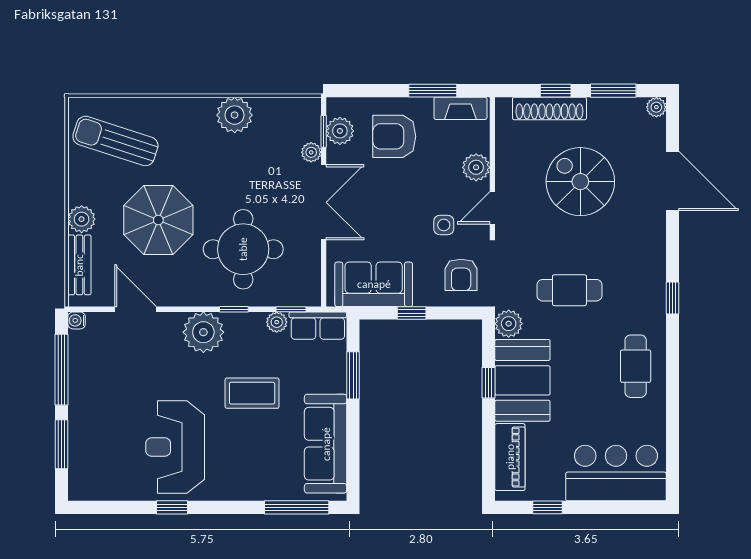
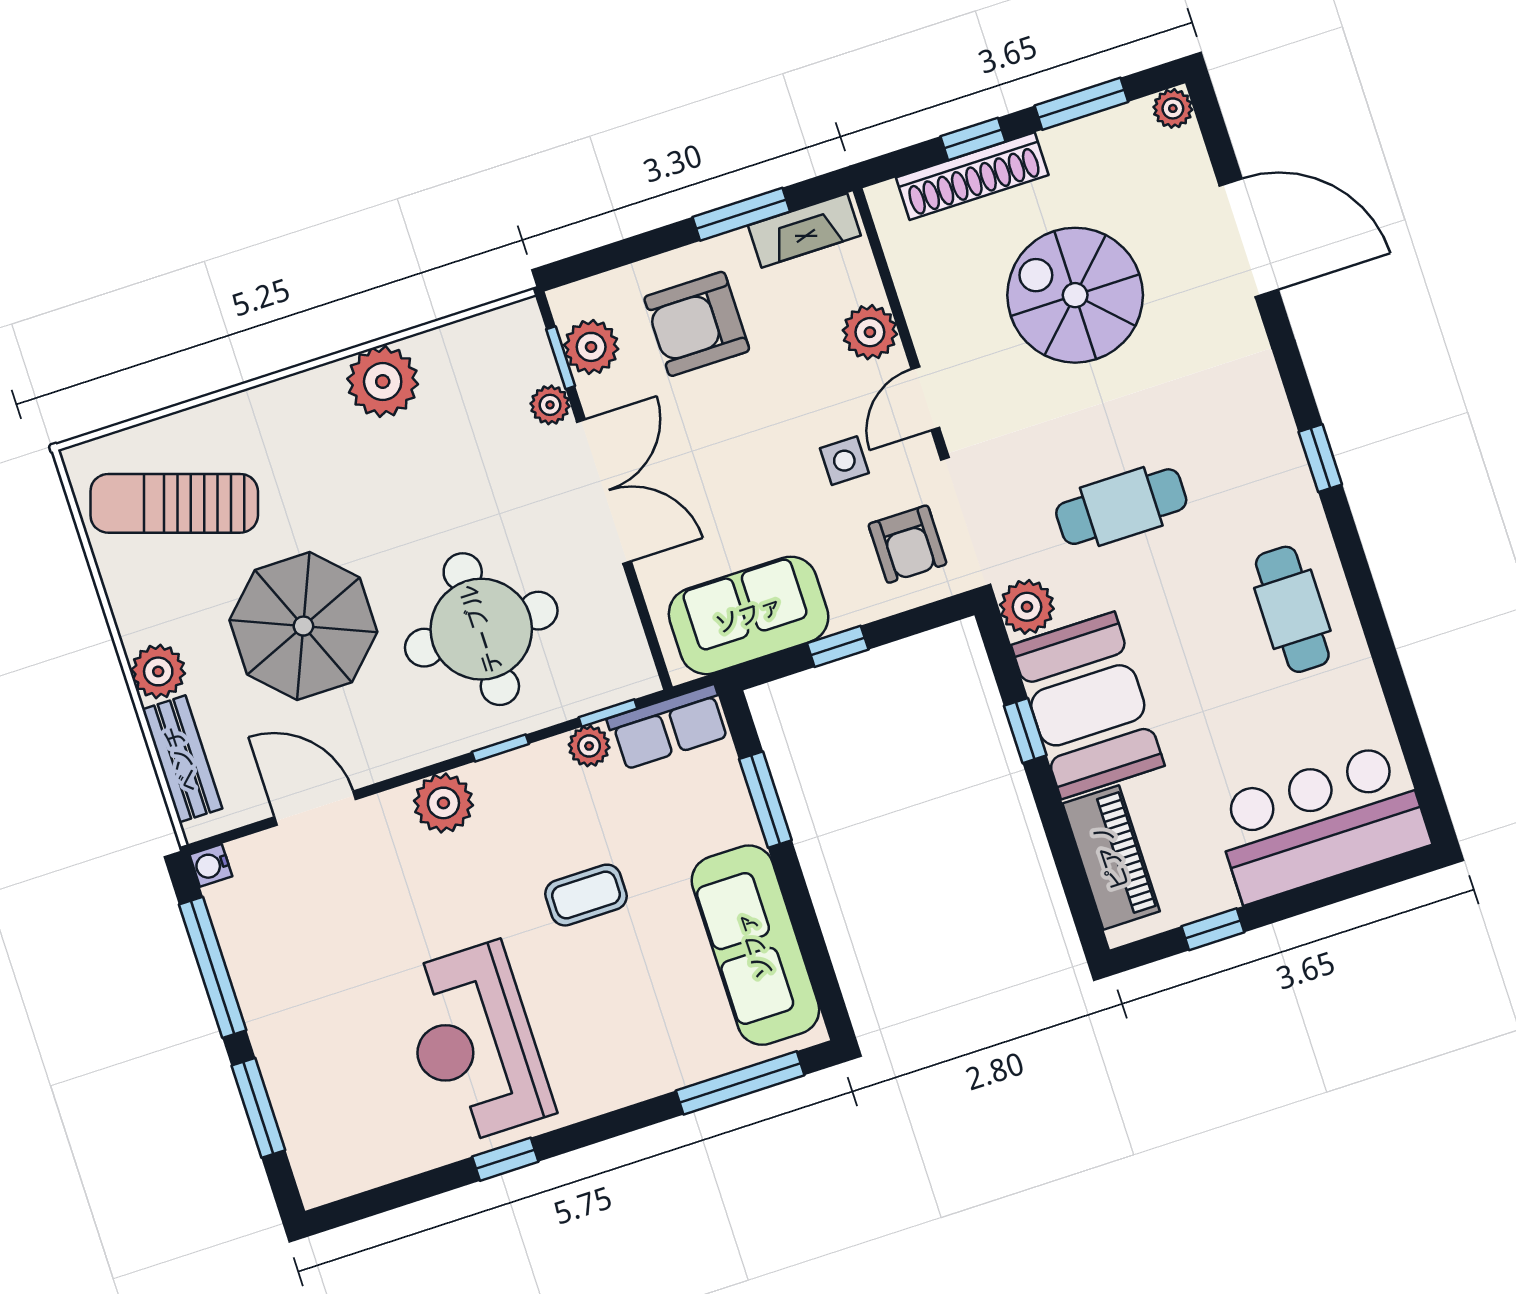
plant: (203, 332) -> (443, 803), width x0.73, depth x0.73
coffee table: (252, 393) -> (586, 895), width x0.73, depth x0.77

